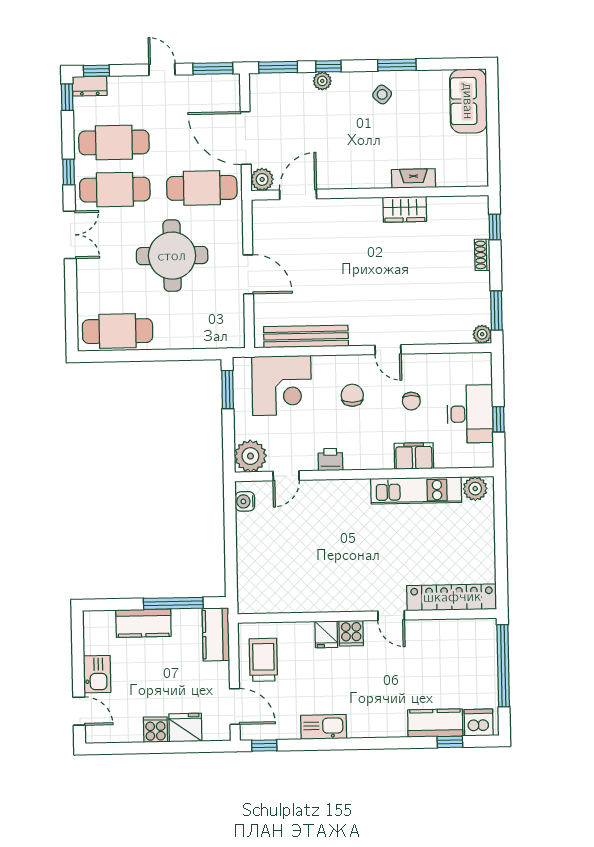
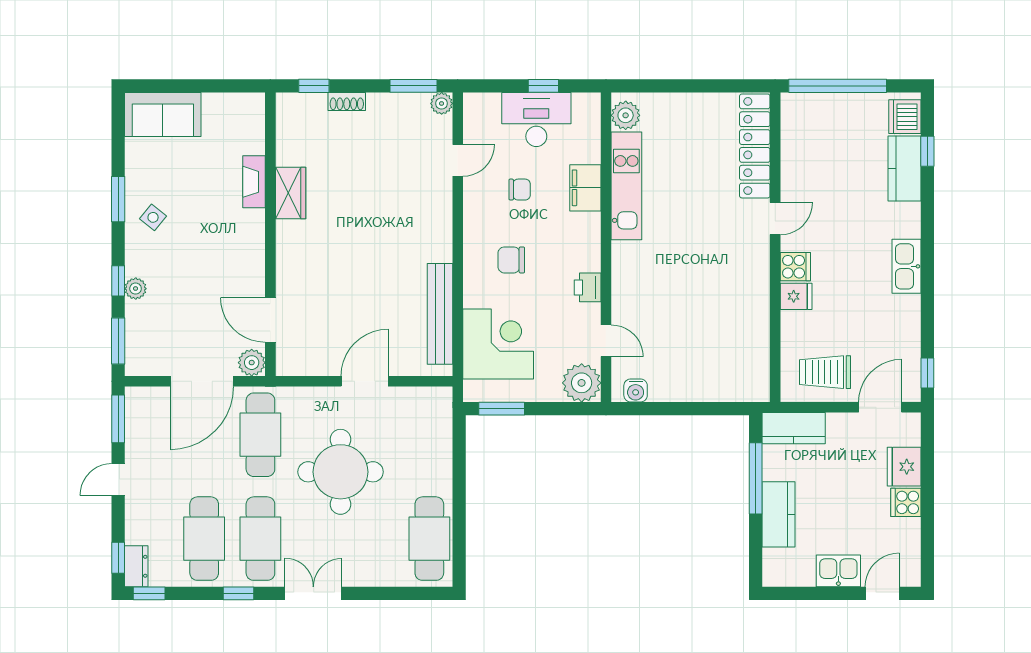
door: (388, 350) -> (458, 160), moved
kitchen sink: (324, 727) -> (906, 266), moved

